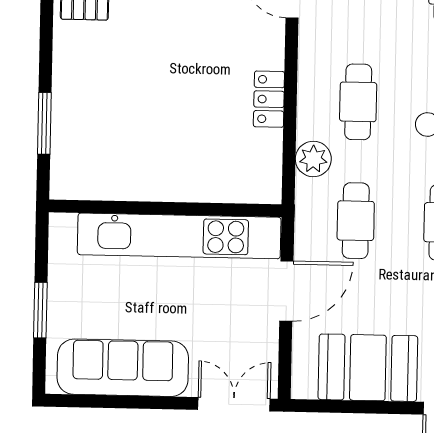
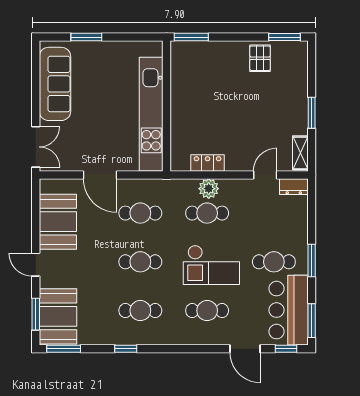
plant: (313, 159) -> (209, 189), moved
wall: (165, 208) -> (167, 106), moved
kitchen unit: (179, 236) -> (151, 114), moved

